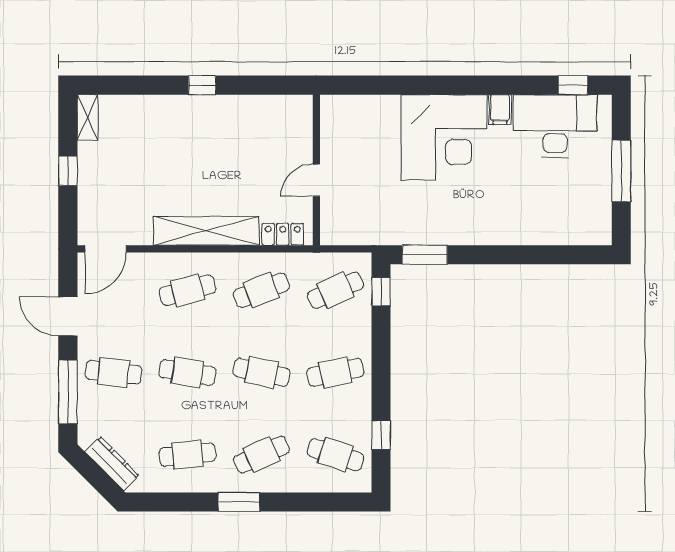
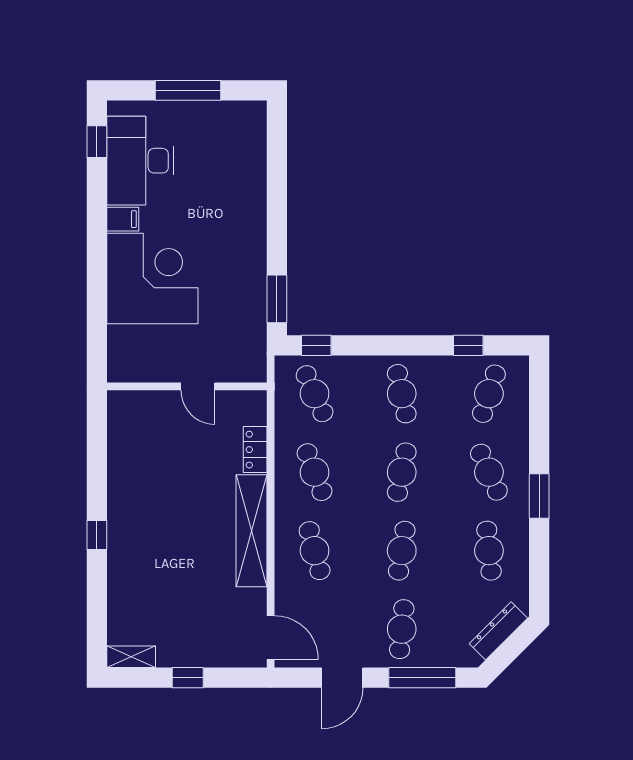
wall: (316, 170) -> (187, 386), moved
door: (316, 180) -> (198, 386), moved

